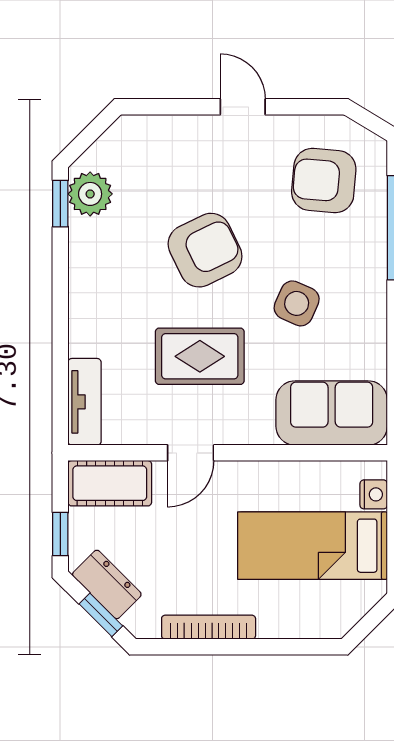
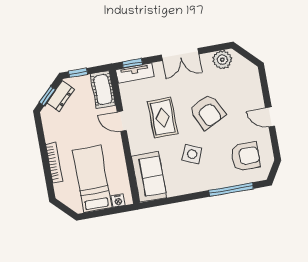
door: (243, 107) -> (270, 117), swing flipped
armchair: (324, 181) -> (245, 156), turned 85
window: (60, 204) -> (132, 63), moved
double door: (60, 290) -> (180, 54), added
bookcase: (209, 627) -> (54, 162), moved

